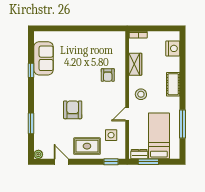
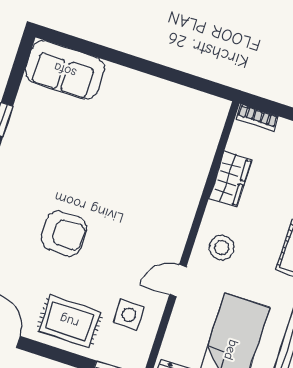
sofa: (44, 58) -> (65, 70), moved, turned 90
armchair: (108, 75) -> (164, 183), removed
armchair: (73, 110) -> (64, 233), turned 90

